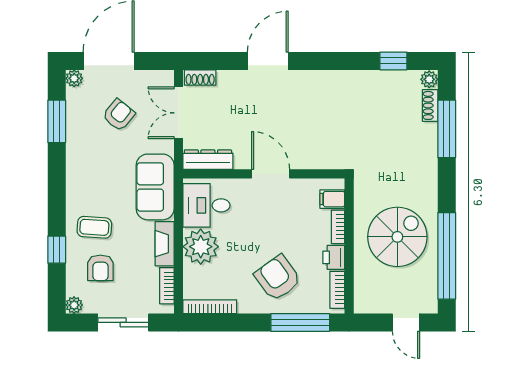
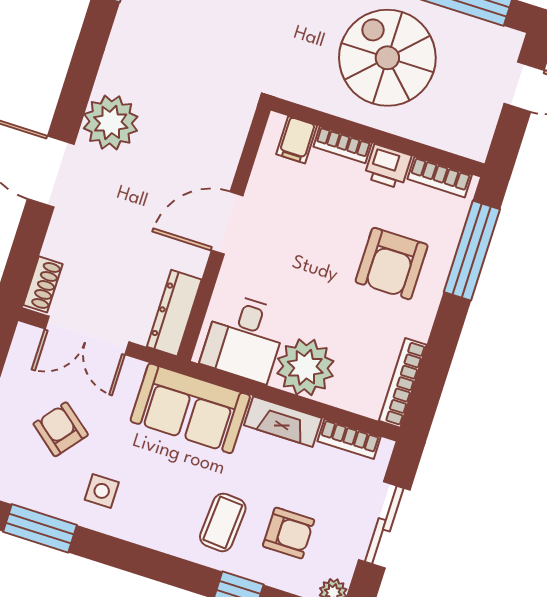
plant: (308, 87) -> (111, 122), added
side table: (90, 150) -> (102, 491), added
armchair: (278, 278) -> (392, 264), turned -54

